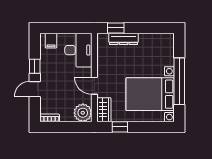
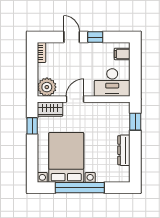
dresser: (124, 39) -> (124, 150), moved

